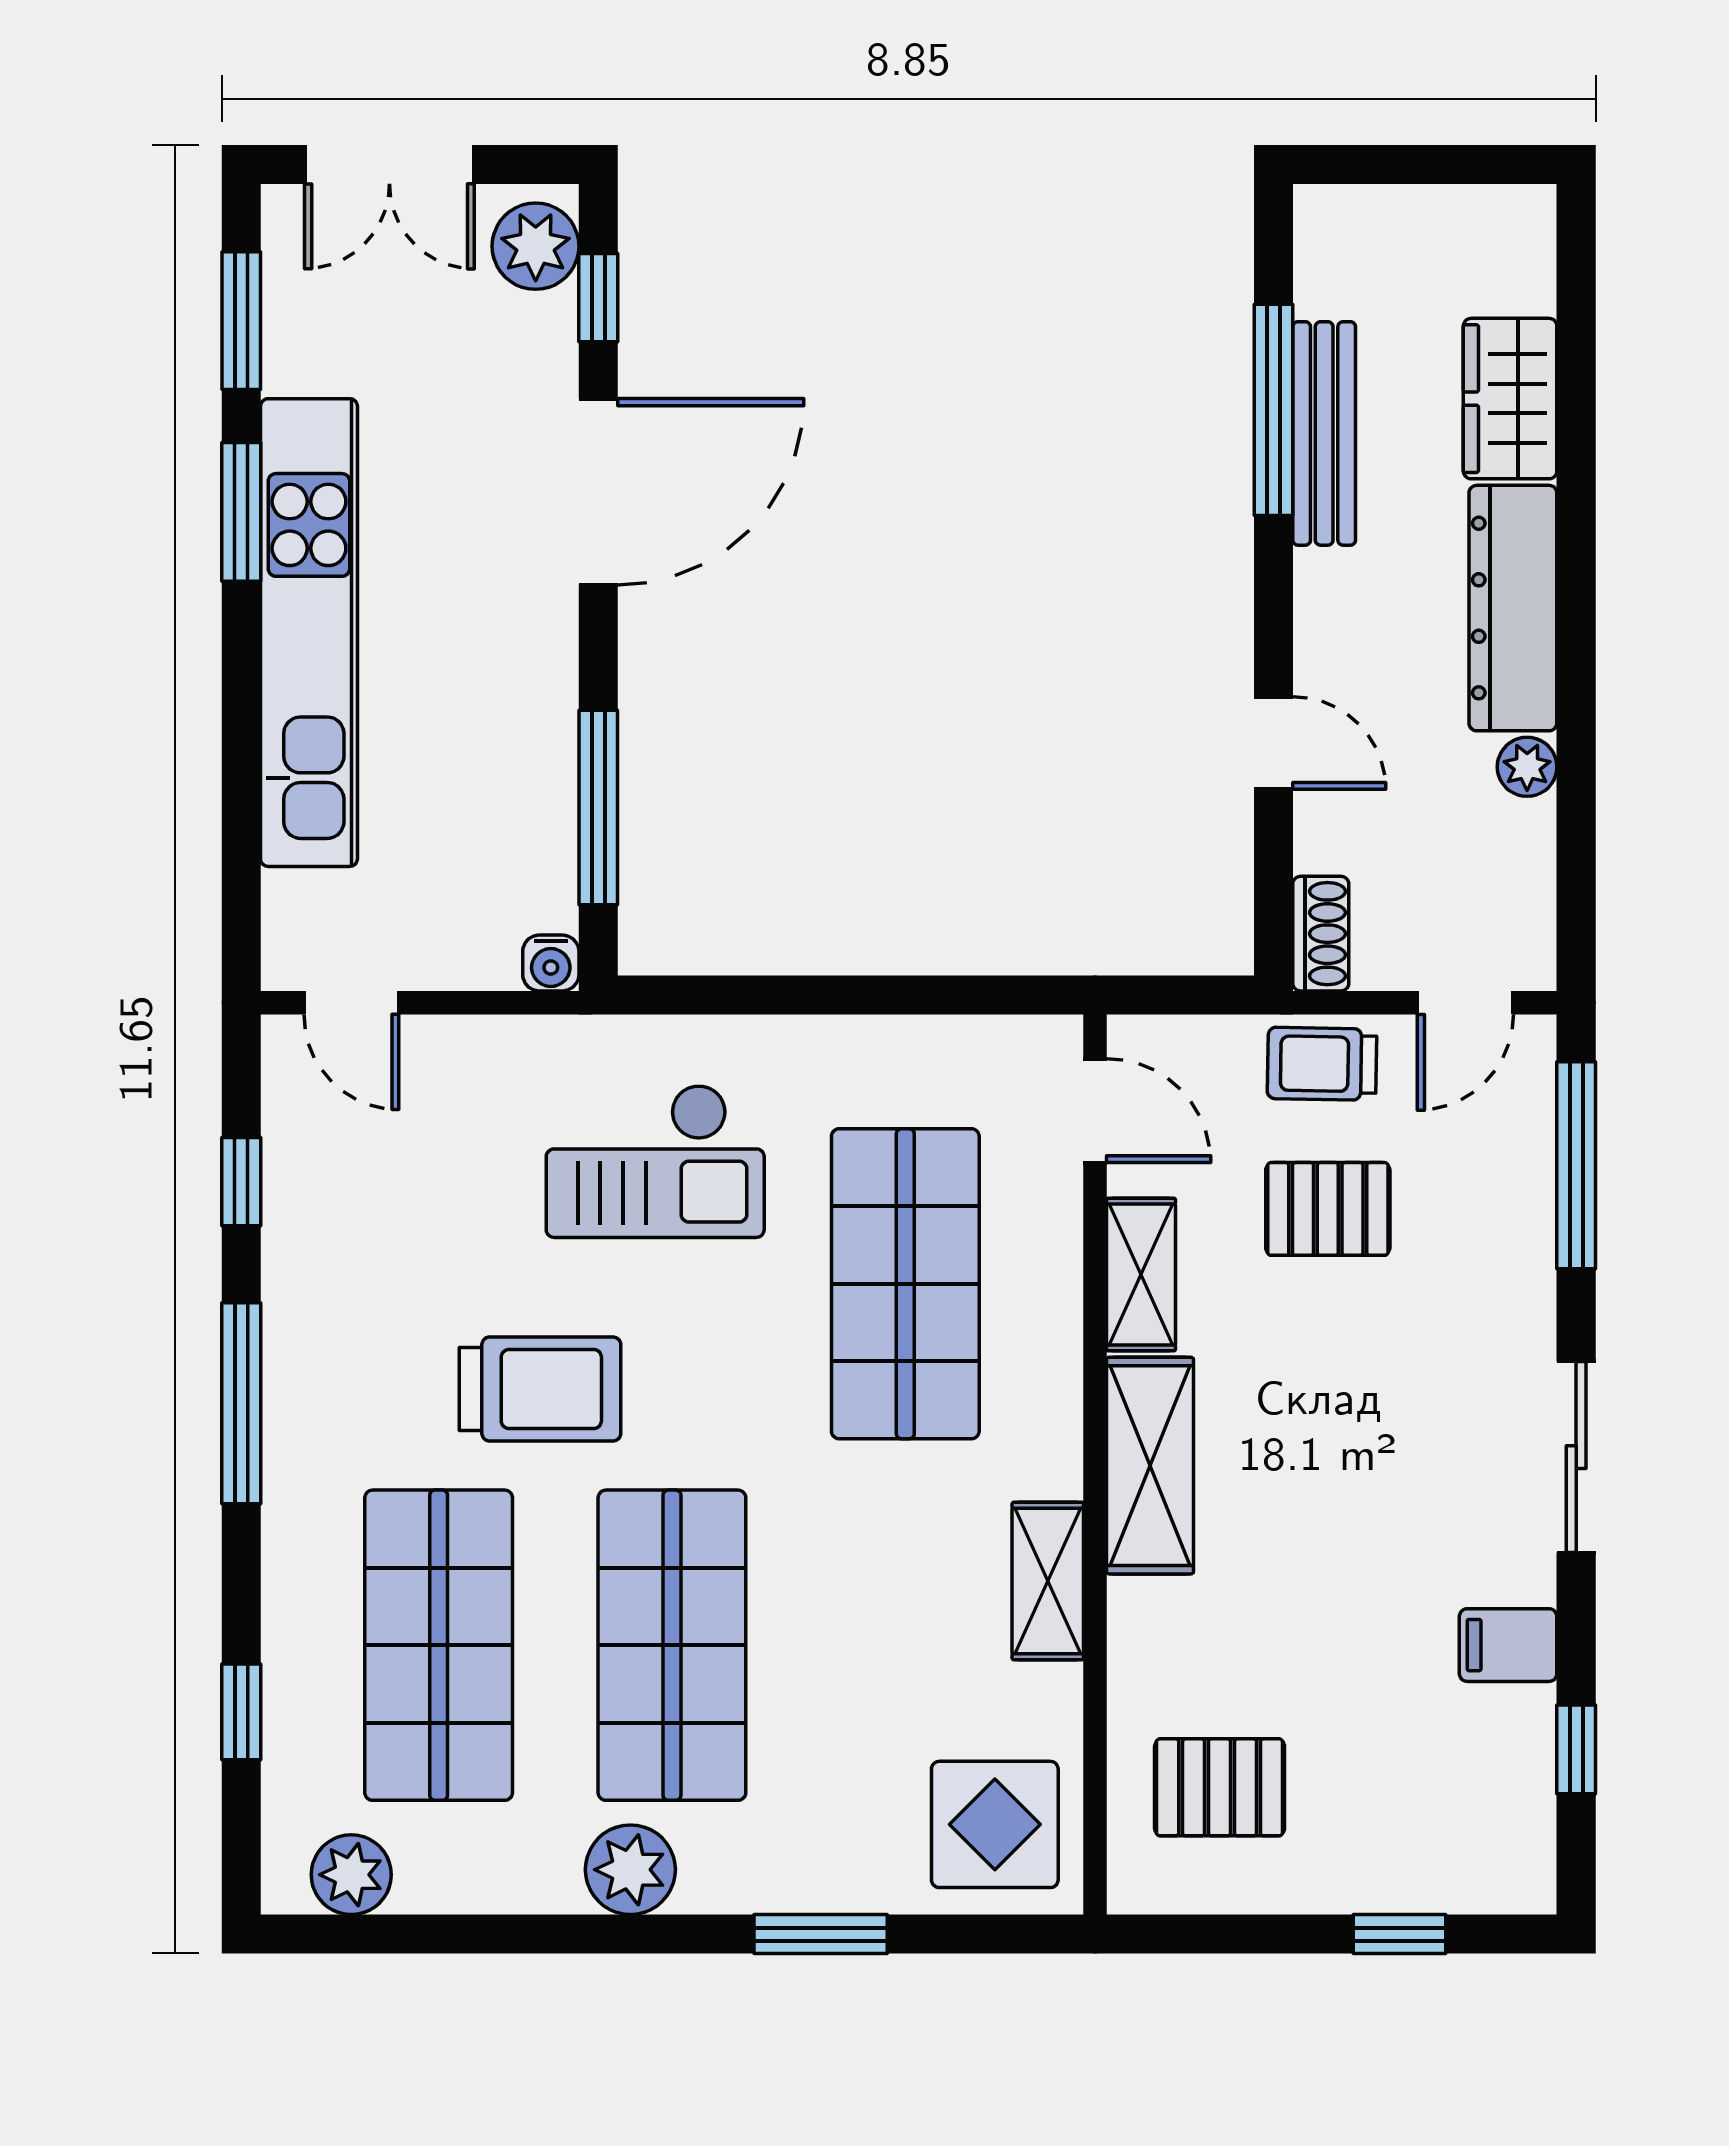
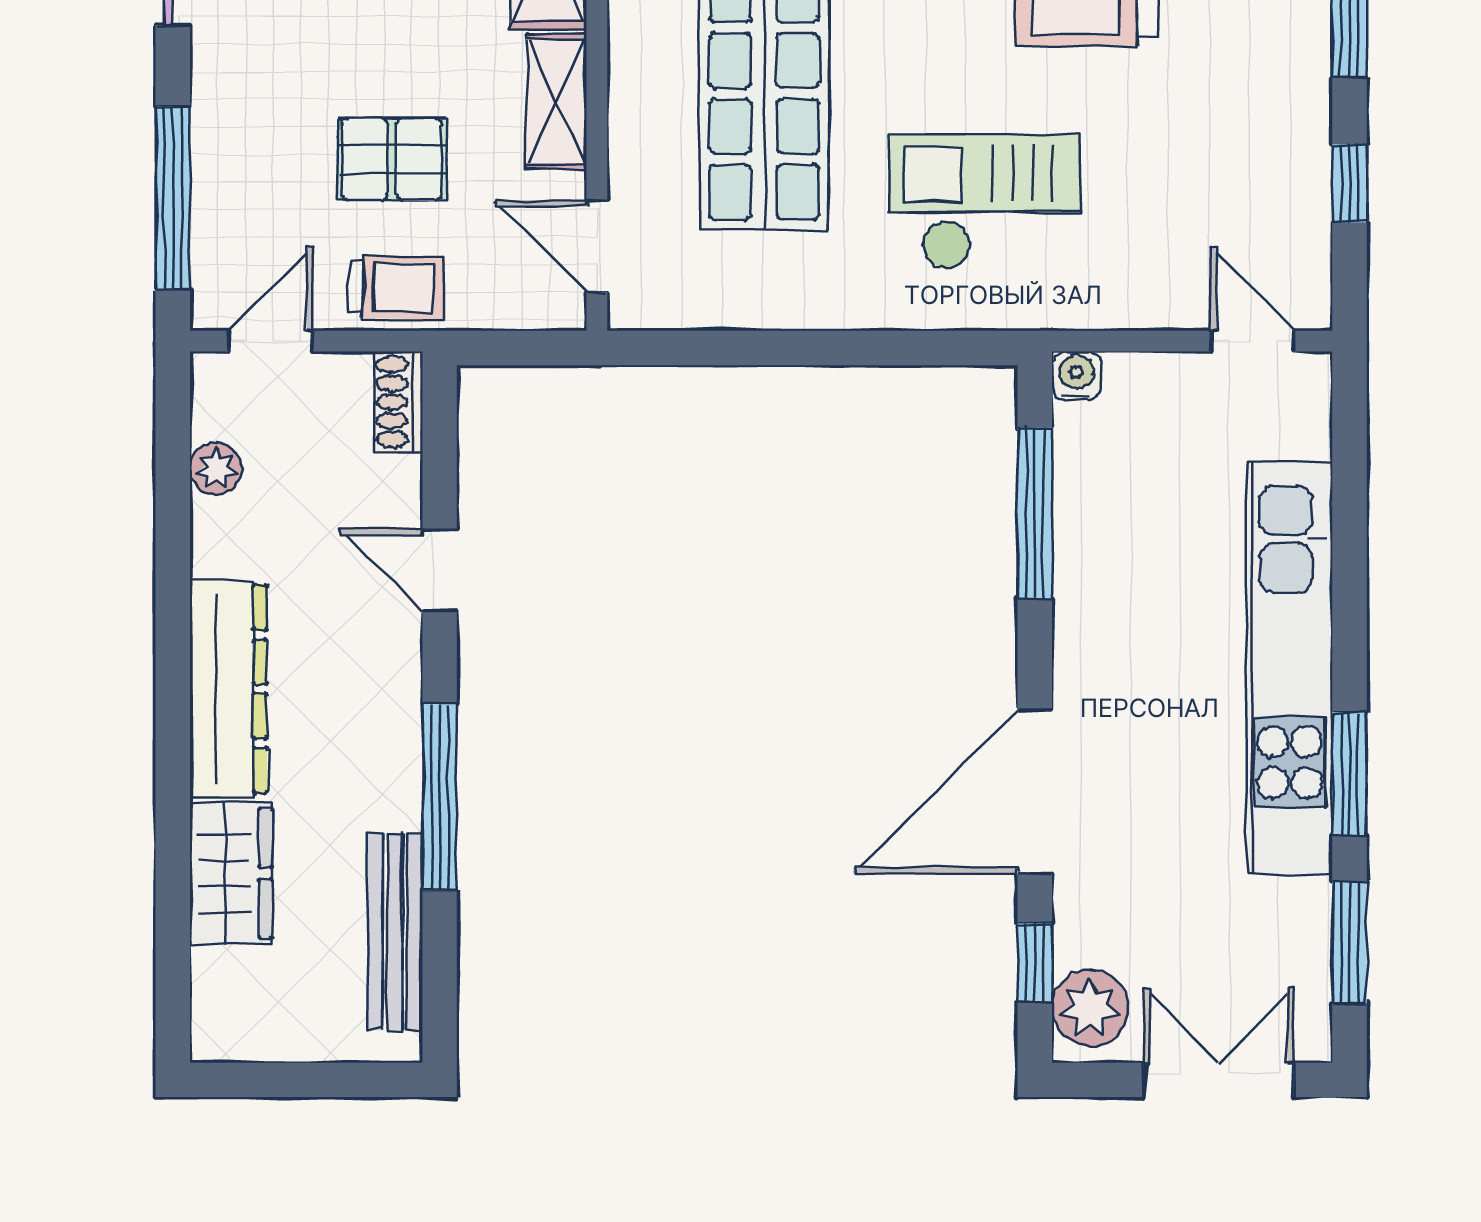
window: (1273, 410) -> (440, 797), moved
bench: (1324, 433) -> (395, 932), moved
plant: (1527, 767) -> (216, 469), moved

